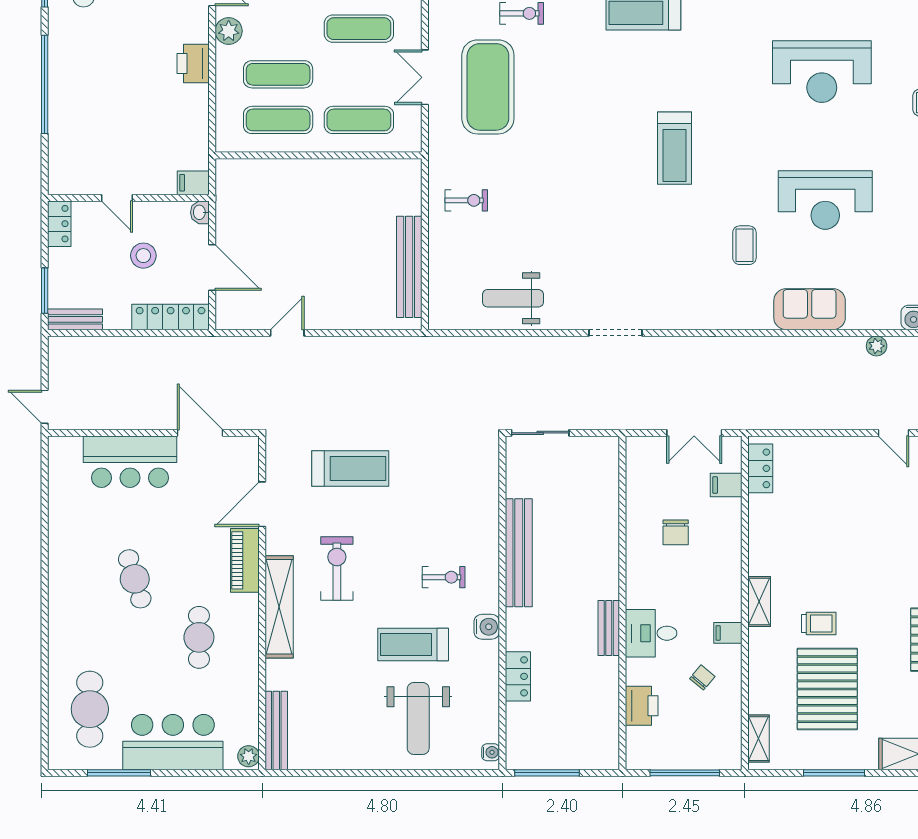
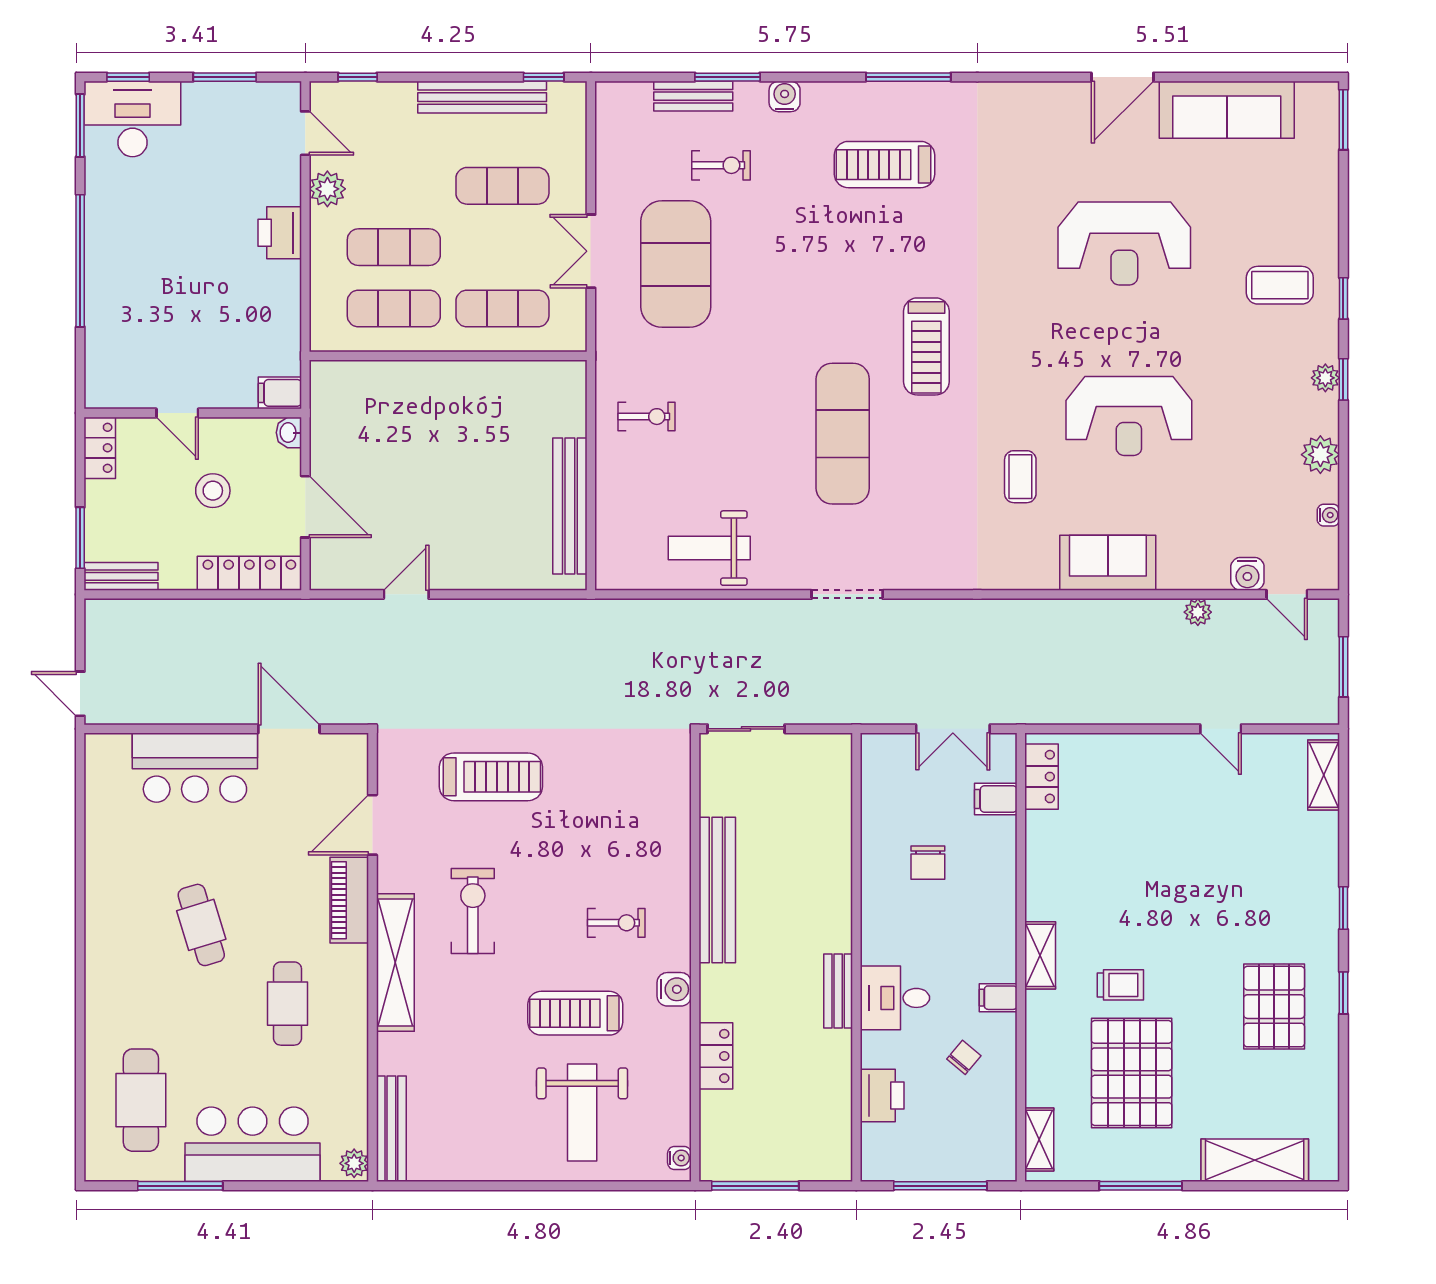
exercise mat: (612, 213) -> (843, 434), added

